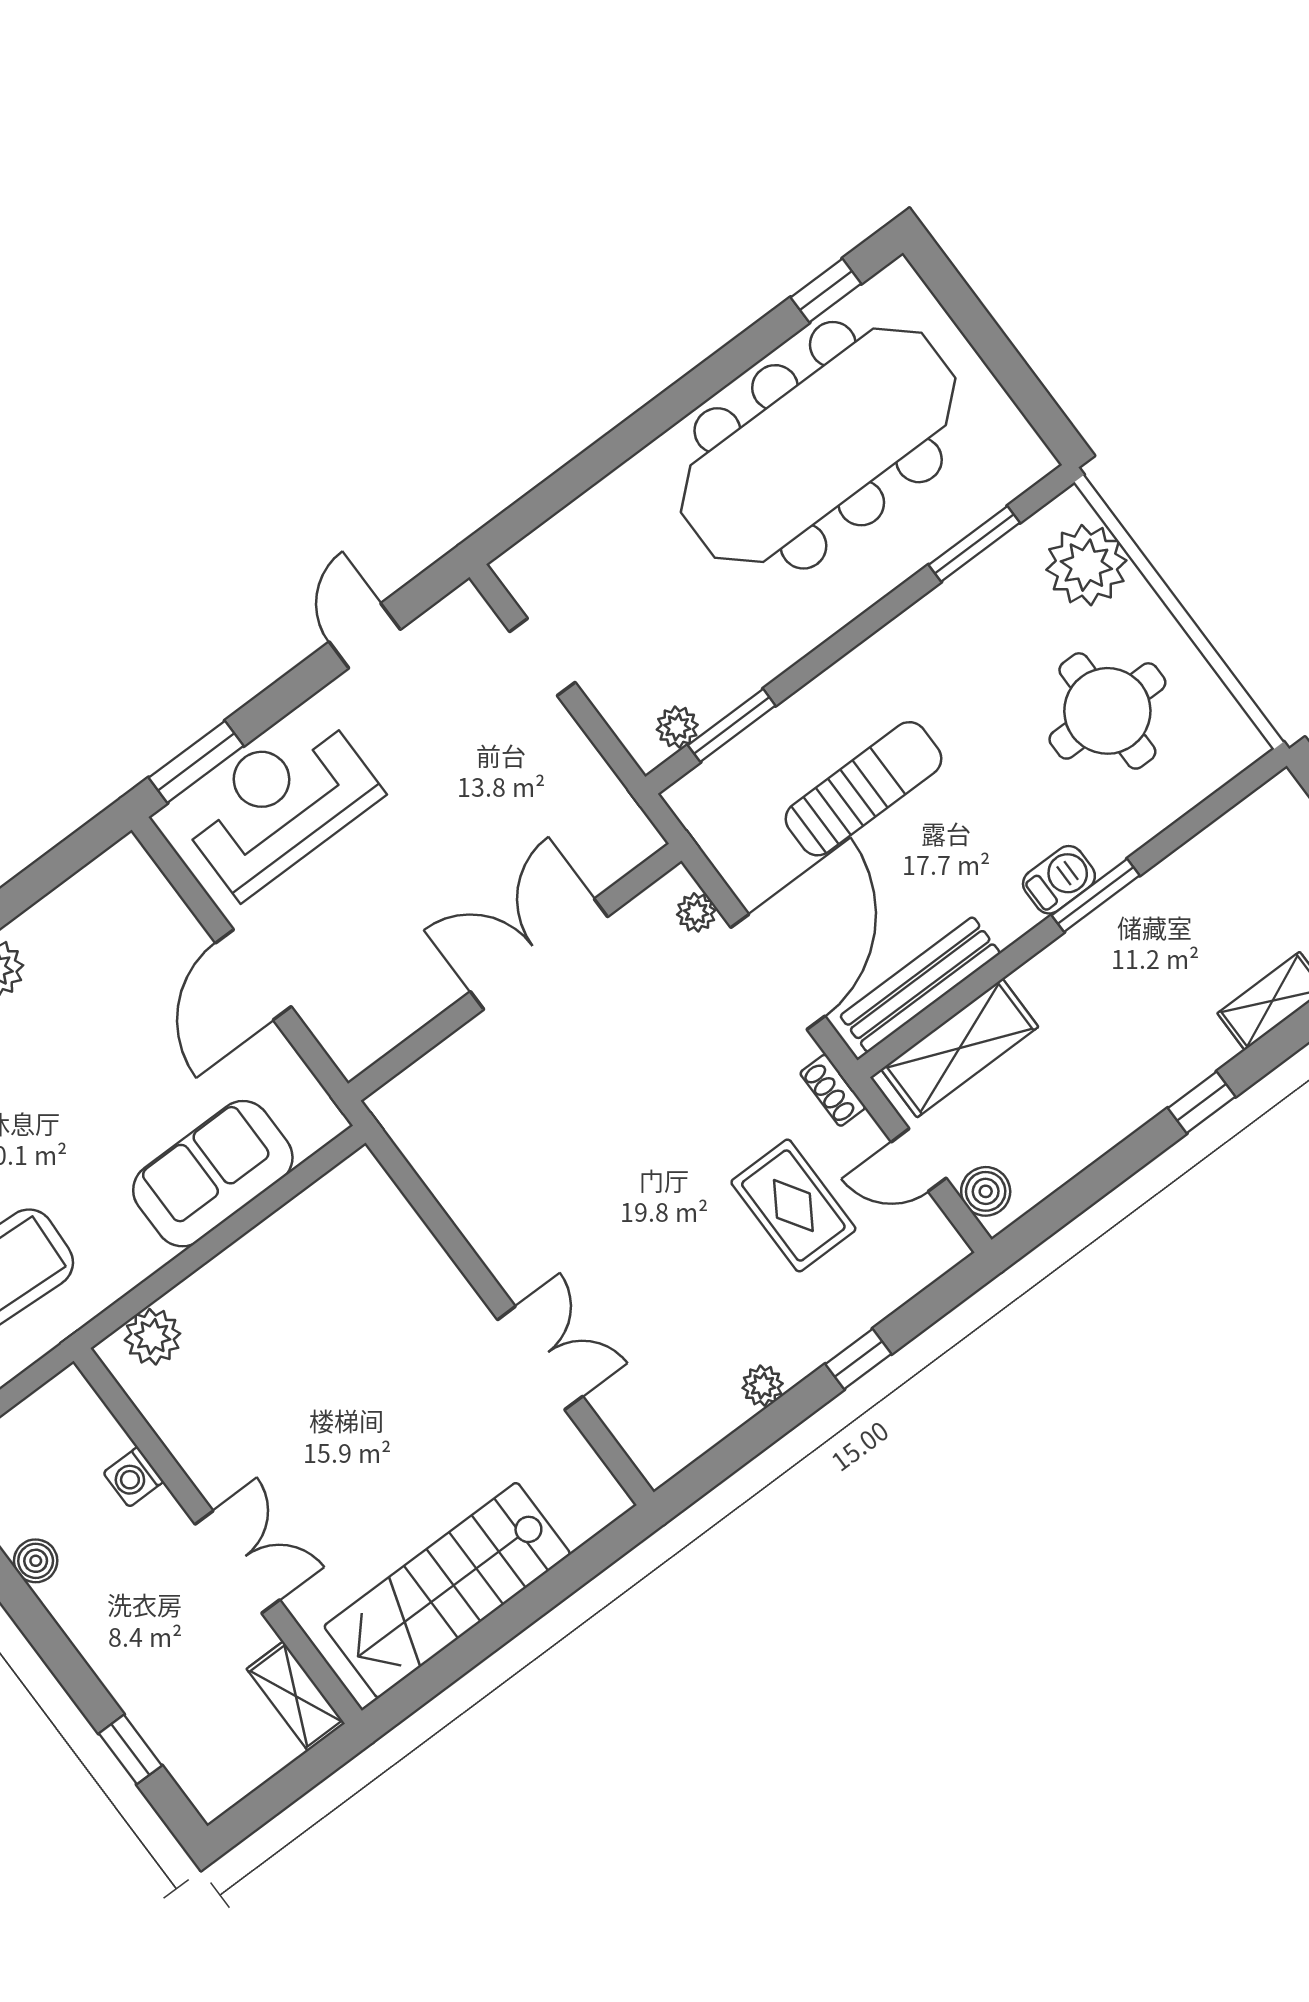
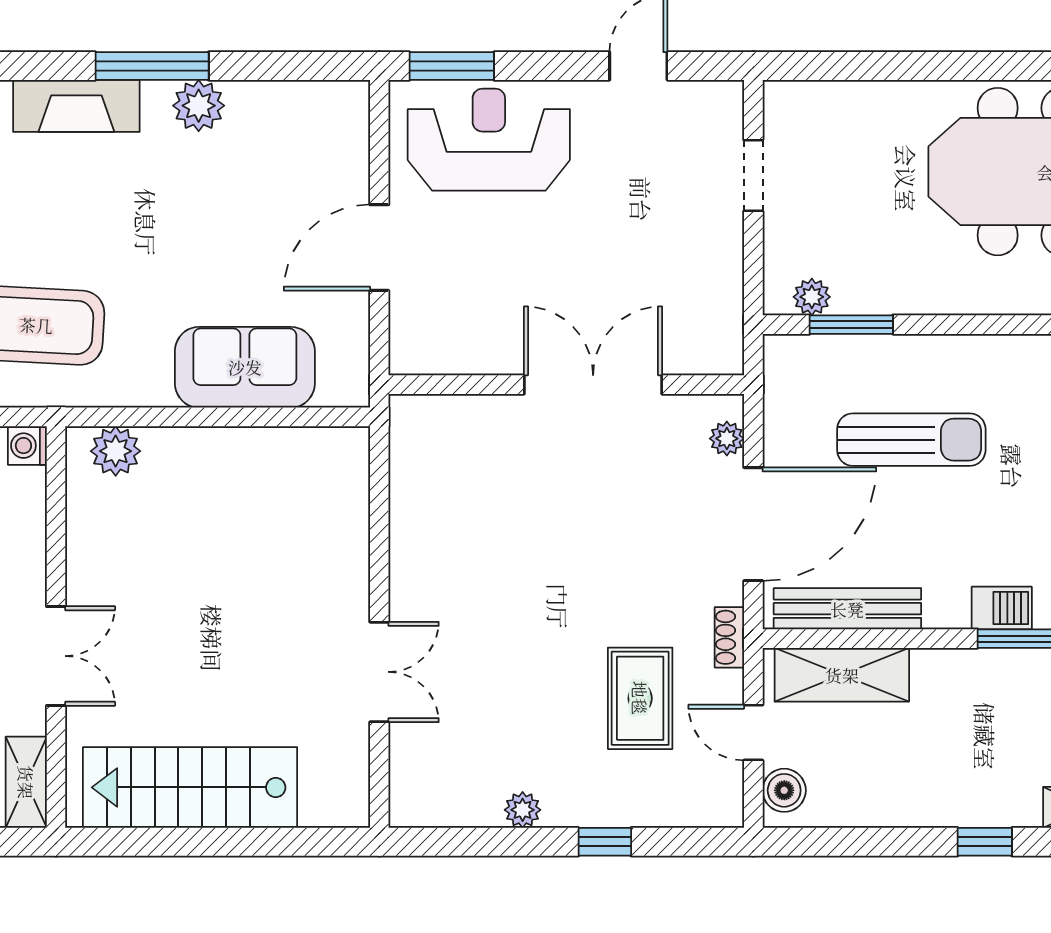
washing machine: (133, 1477) -> (27, 446), moved

